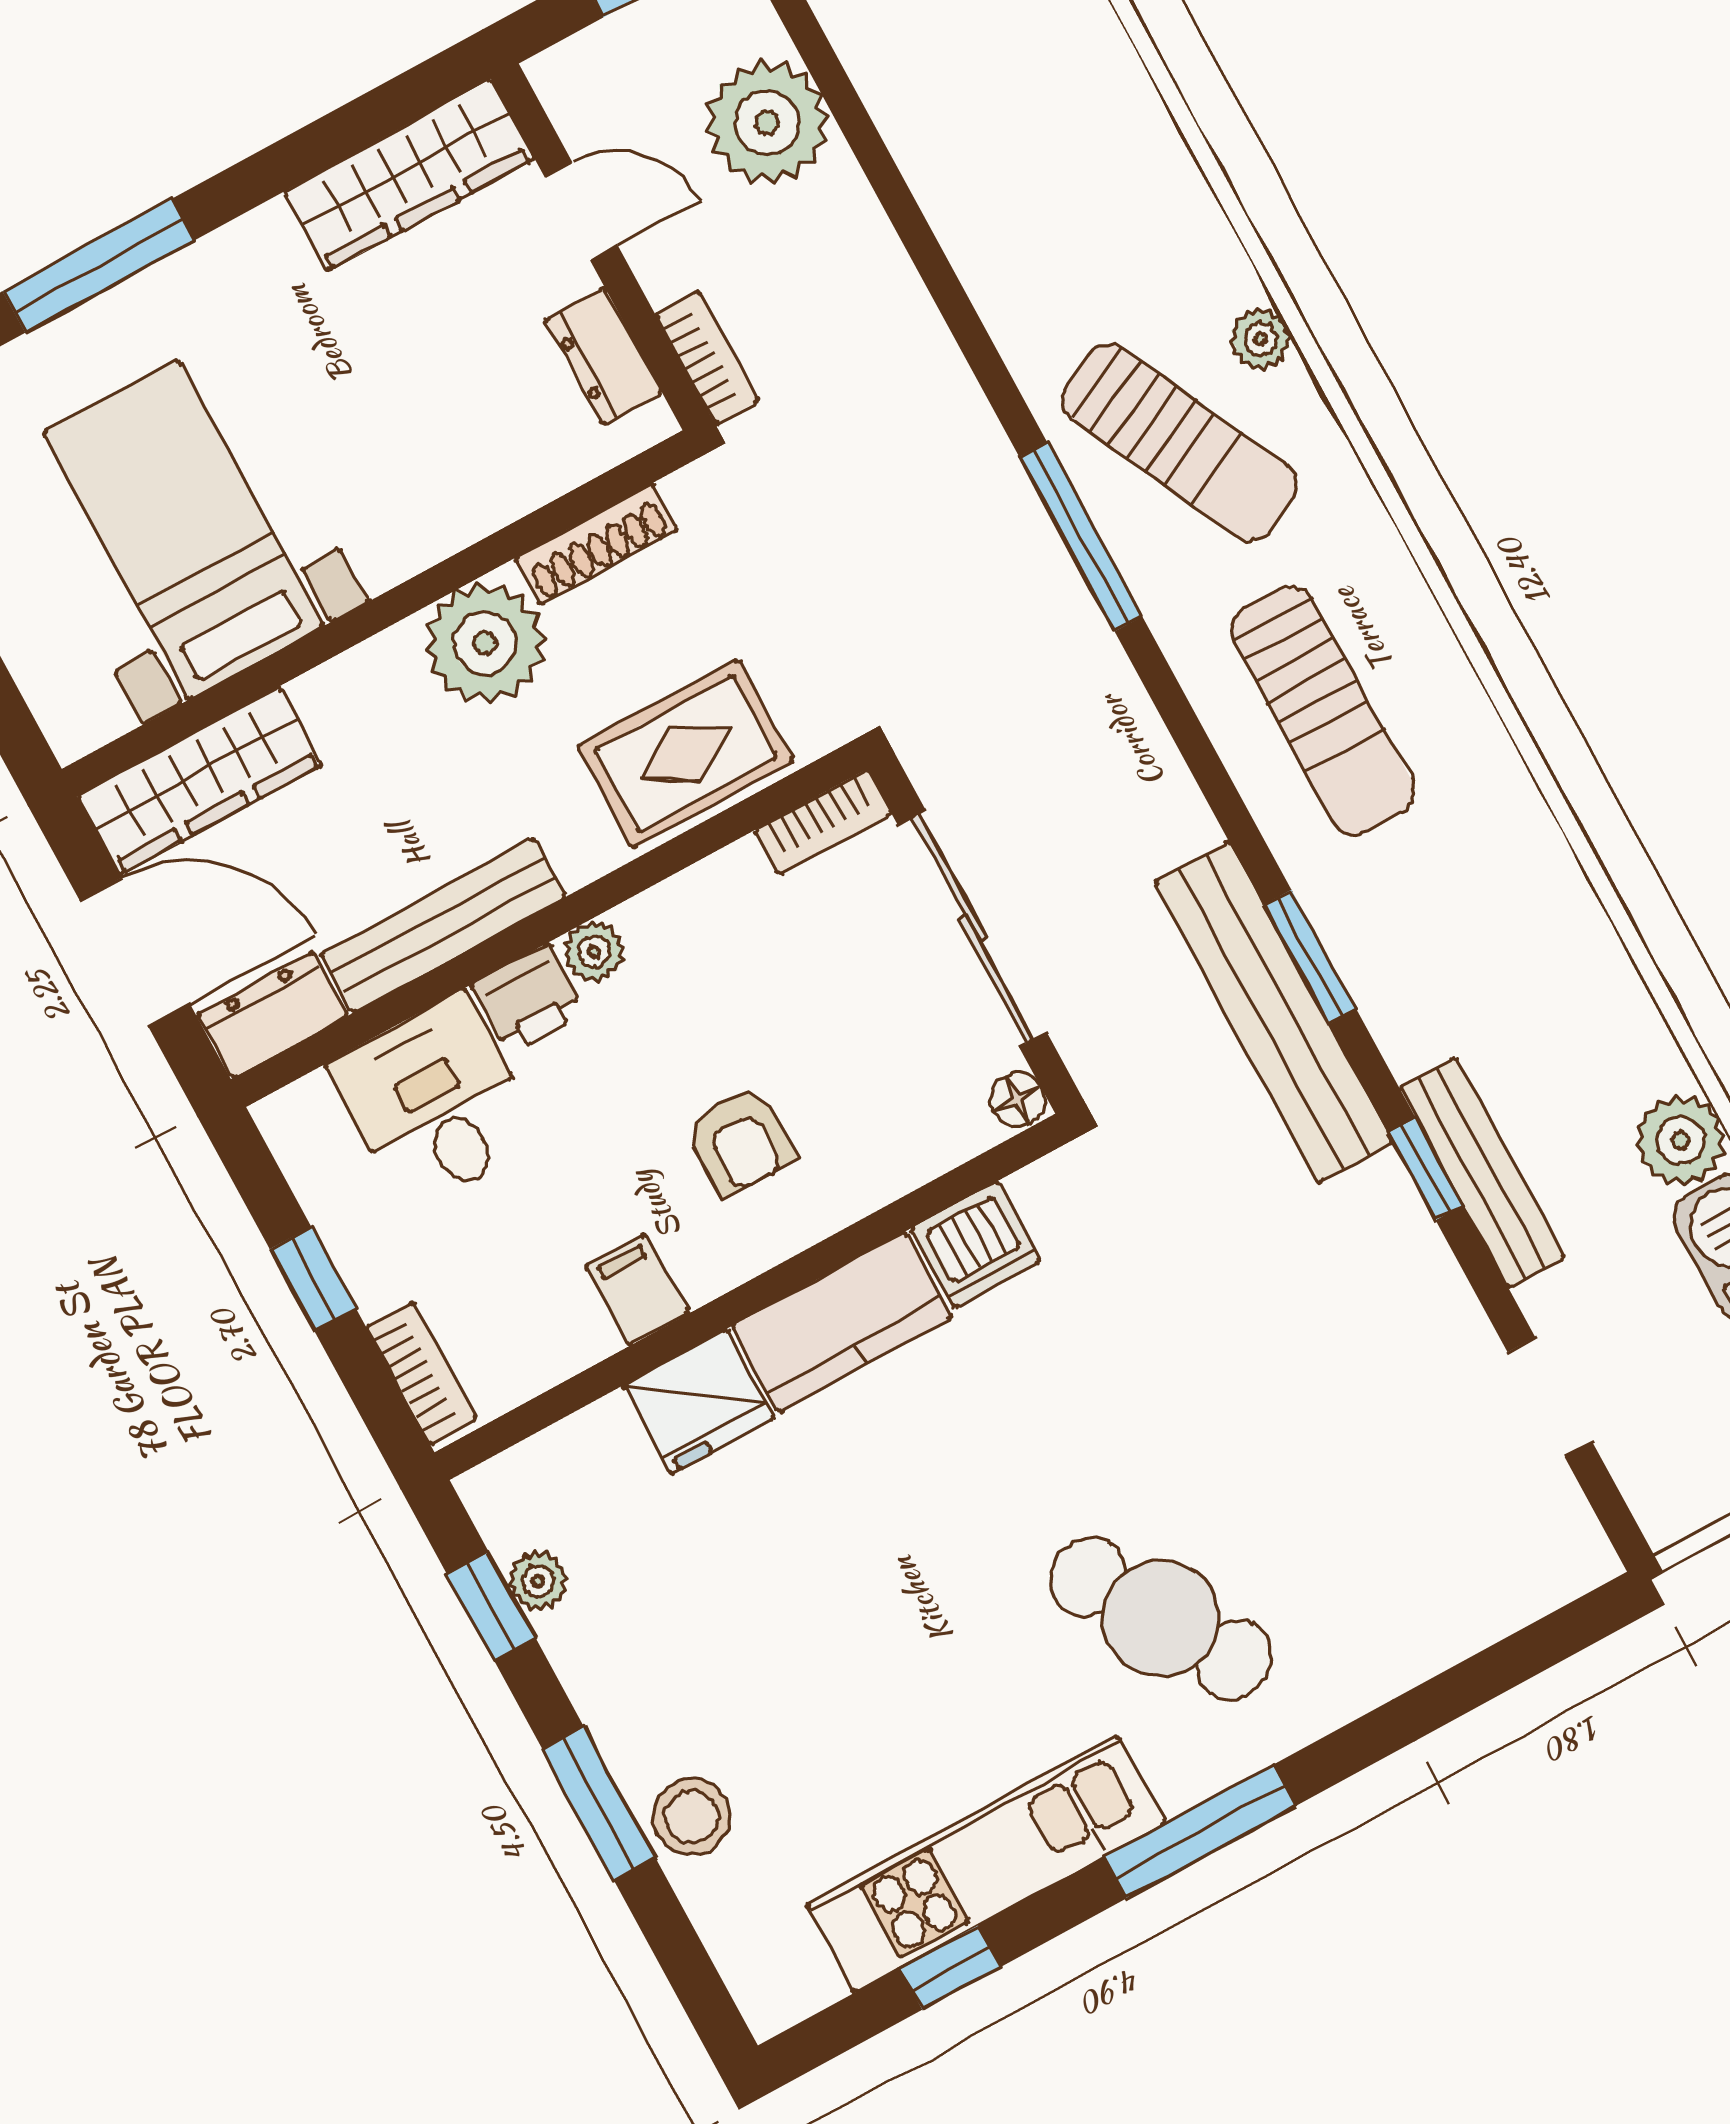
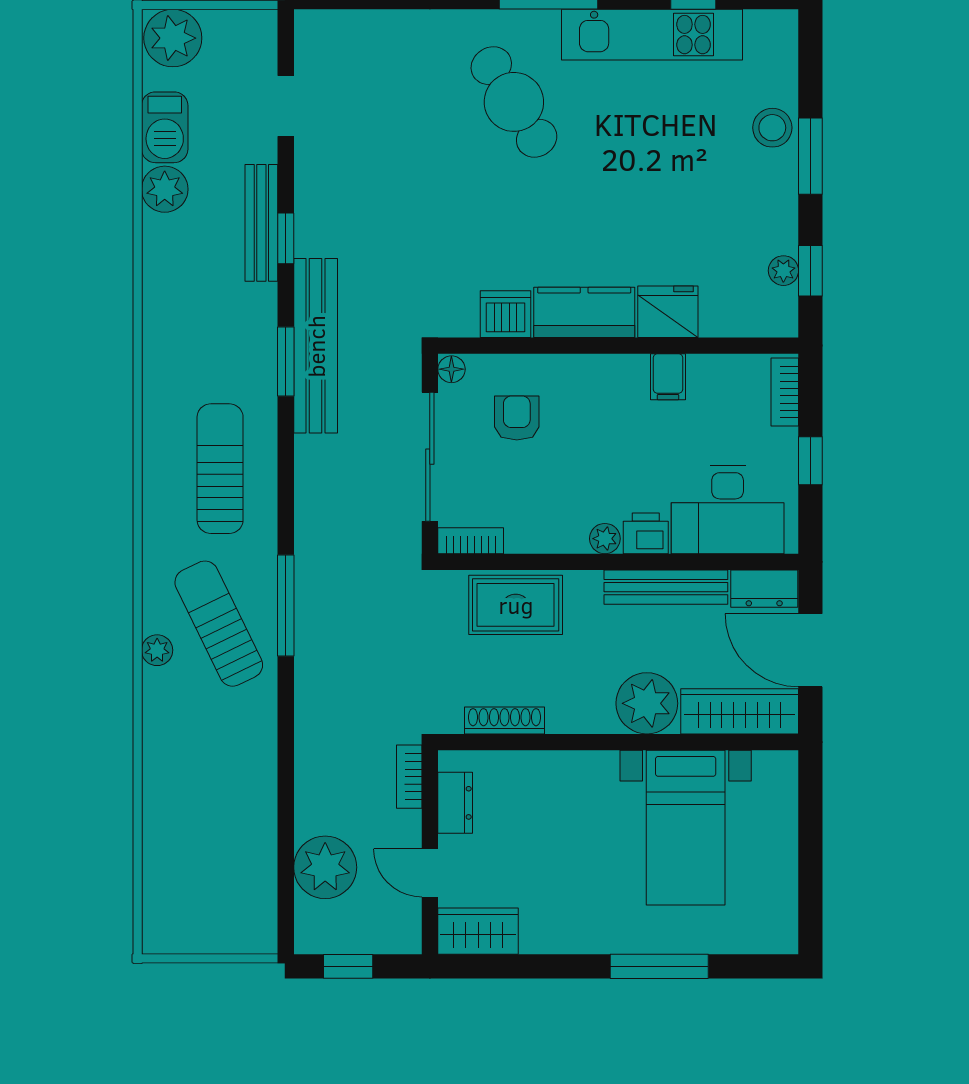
wardrobe: (409, 175) -> (478, 931), width x0.67
plant: (485, 643) -> (647, 703), moved
desk: (436, 1102) -> (728, 510), width x1.37
armchair: (740, 1141) -> (517, 418), moved

